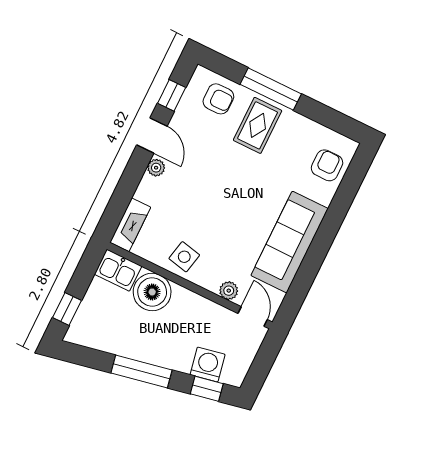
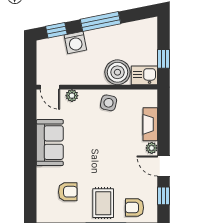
armchair: (327, 165) -> (68, 192), moved, turned -90
fireplace: (130, 225) -> (150, 124), moved
sofa: (290, 242) -> (50, 143), width x0.73
window: (67, 309) -> (164, 59), moved
washing machine: (208, 365) -> (75, 43), moved

